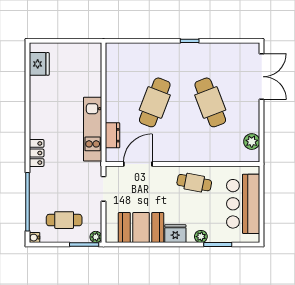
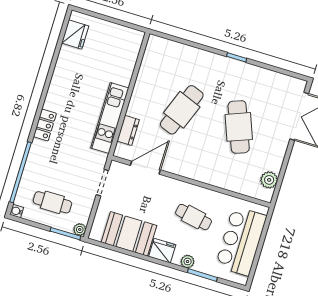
cafe table: (194, 183) -> (194, 217), moved

